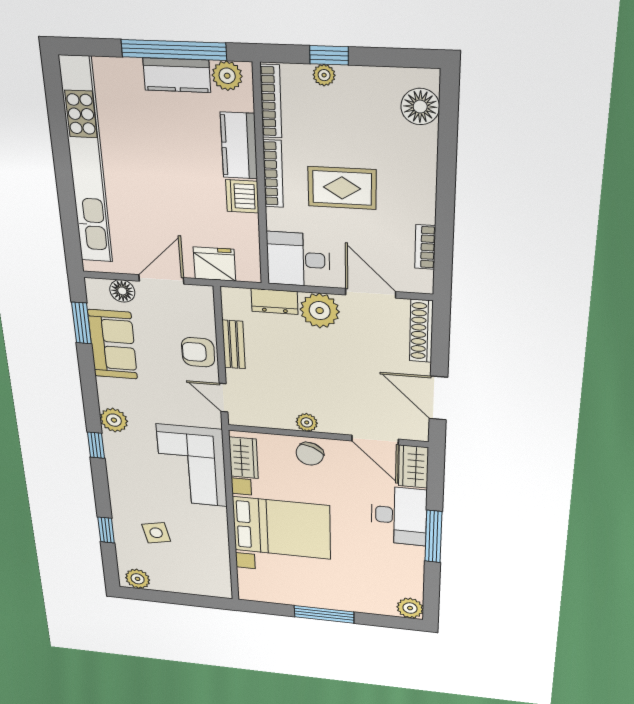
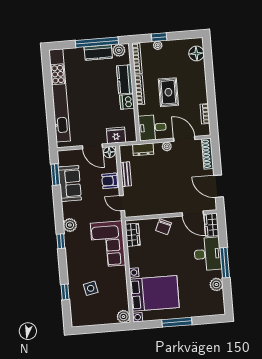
rug: (342, 188) -> (168, 92), turned 90
door: (161, 279) -> (92, 146), swing flipped
floor lamp: (122, 291) -> (109, 152), moved
plant: (320, 311) -> (167, 146), width x0.53, depth x0.53
plant: (307, 422) -> (161, 210), removed
bed with nightstands: (282, 528) -> (154, 293), moved
plant: (138, 579) -> (123, 317), moved
plant: (410, 608) -> (216, 284), moved

